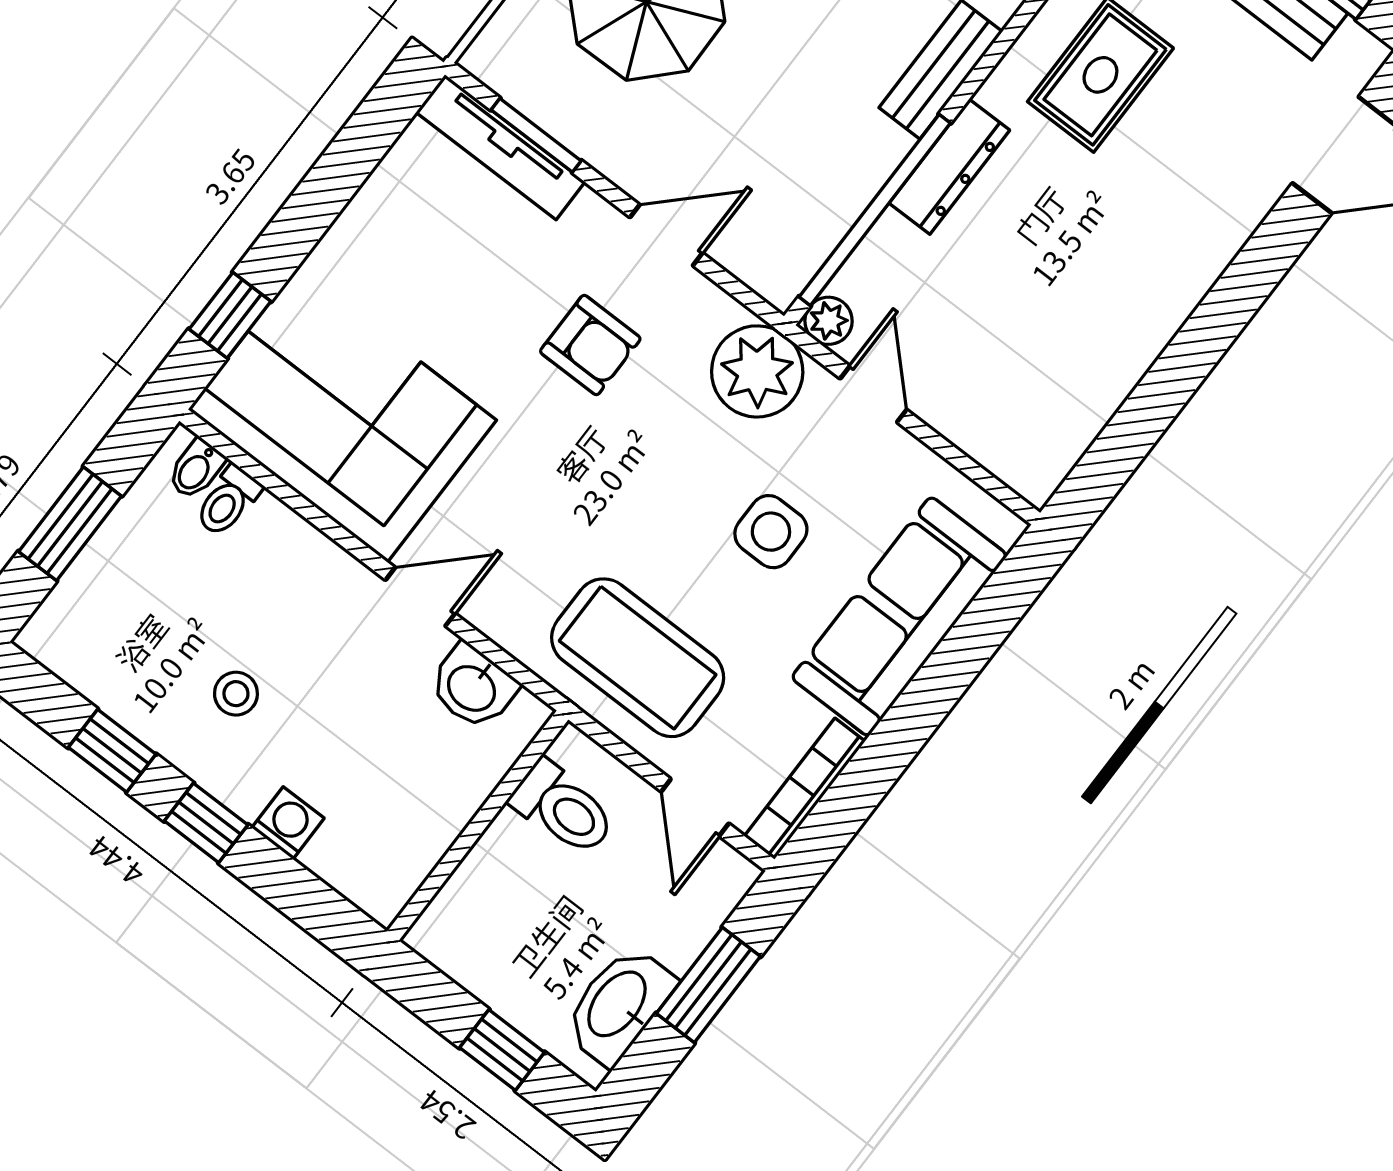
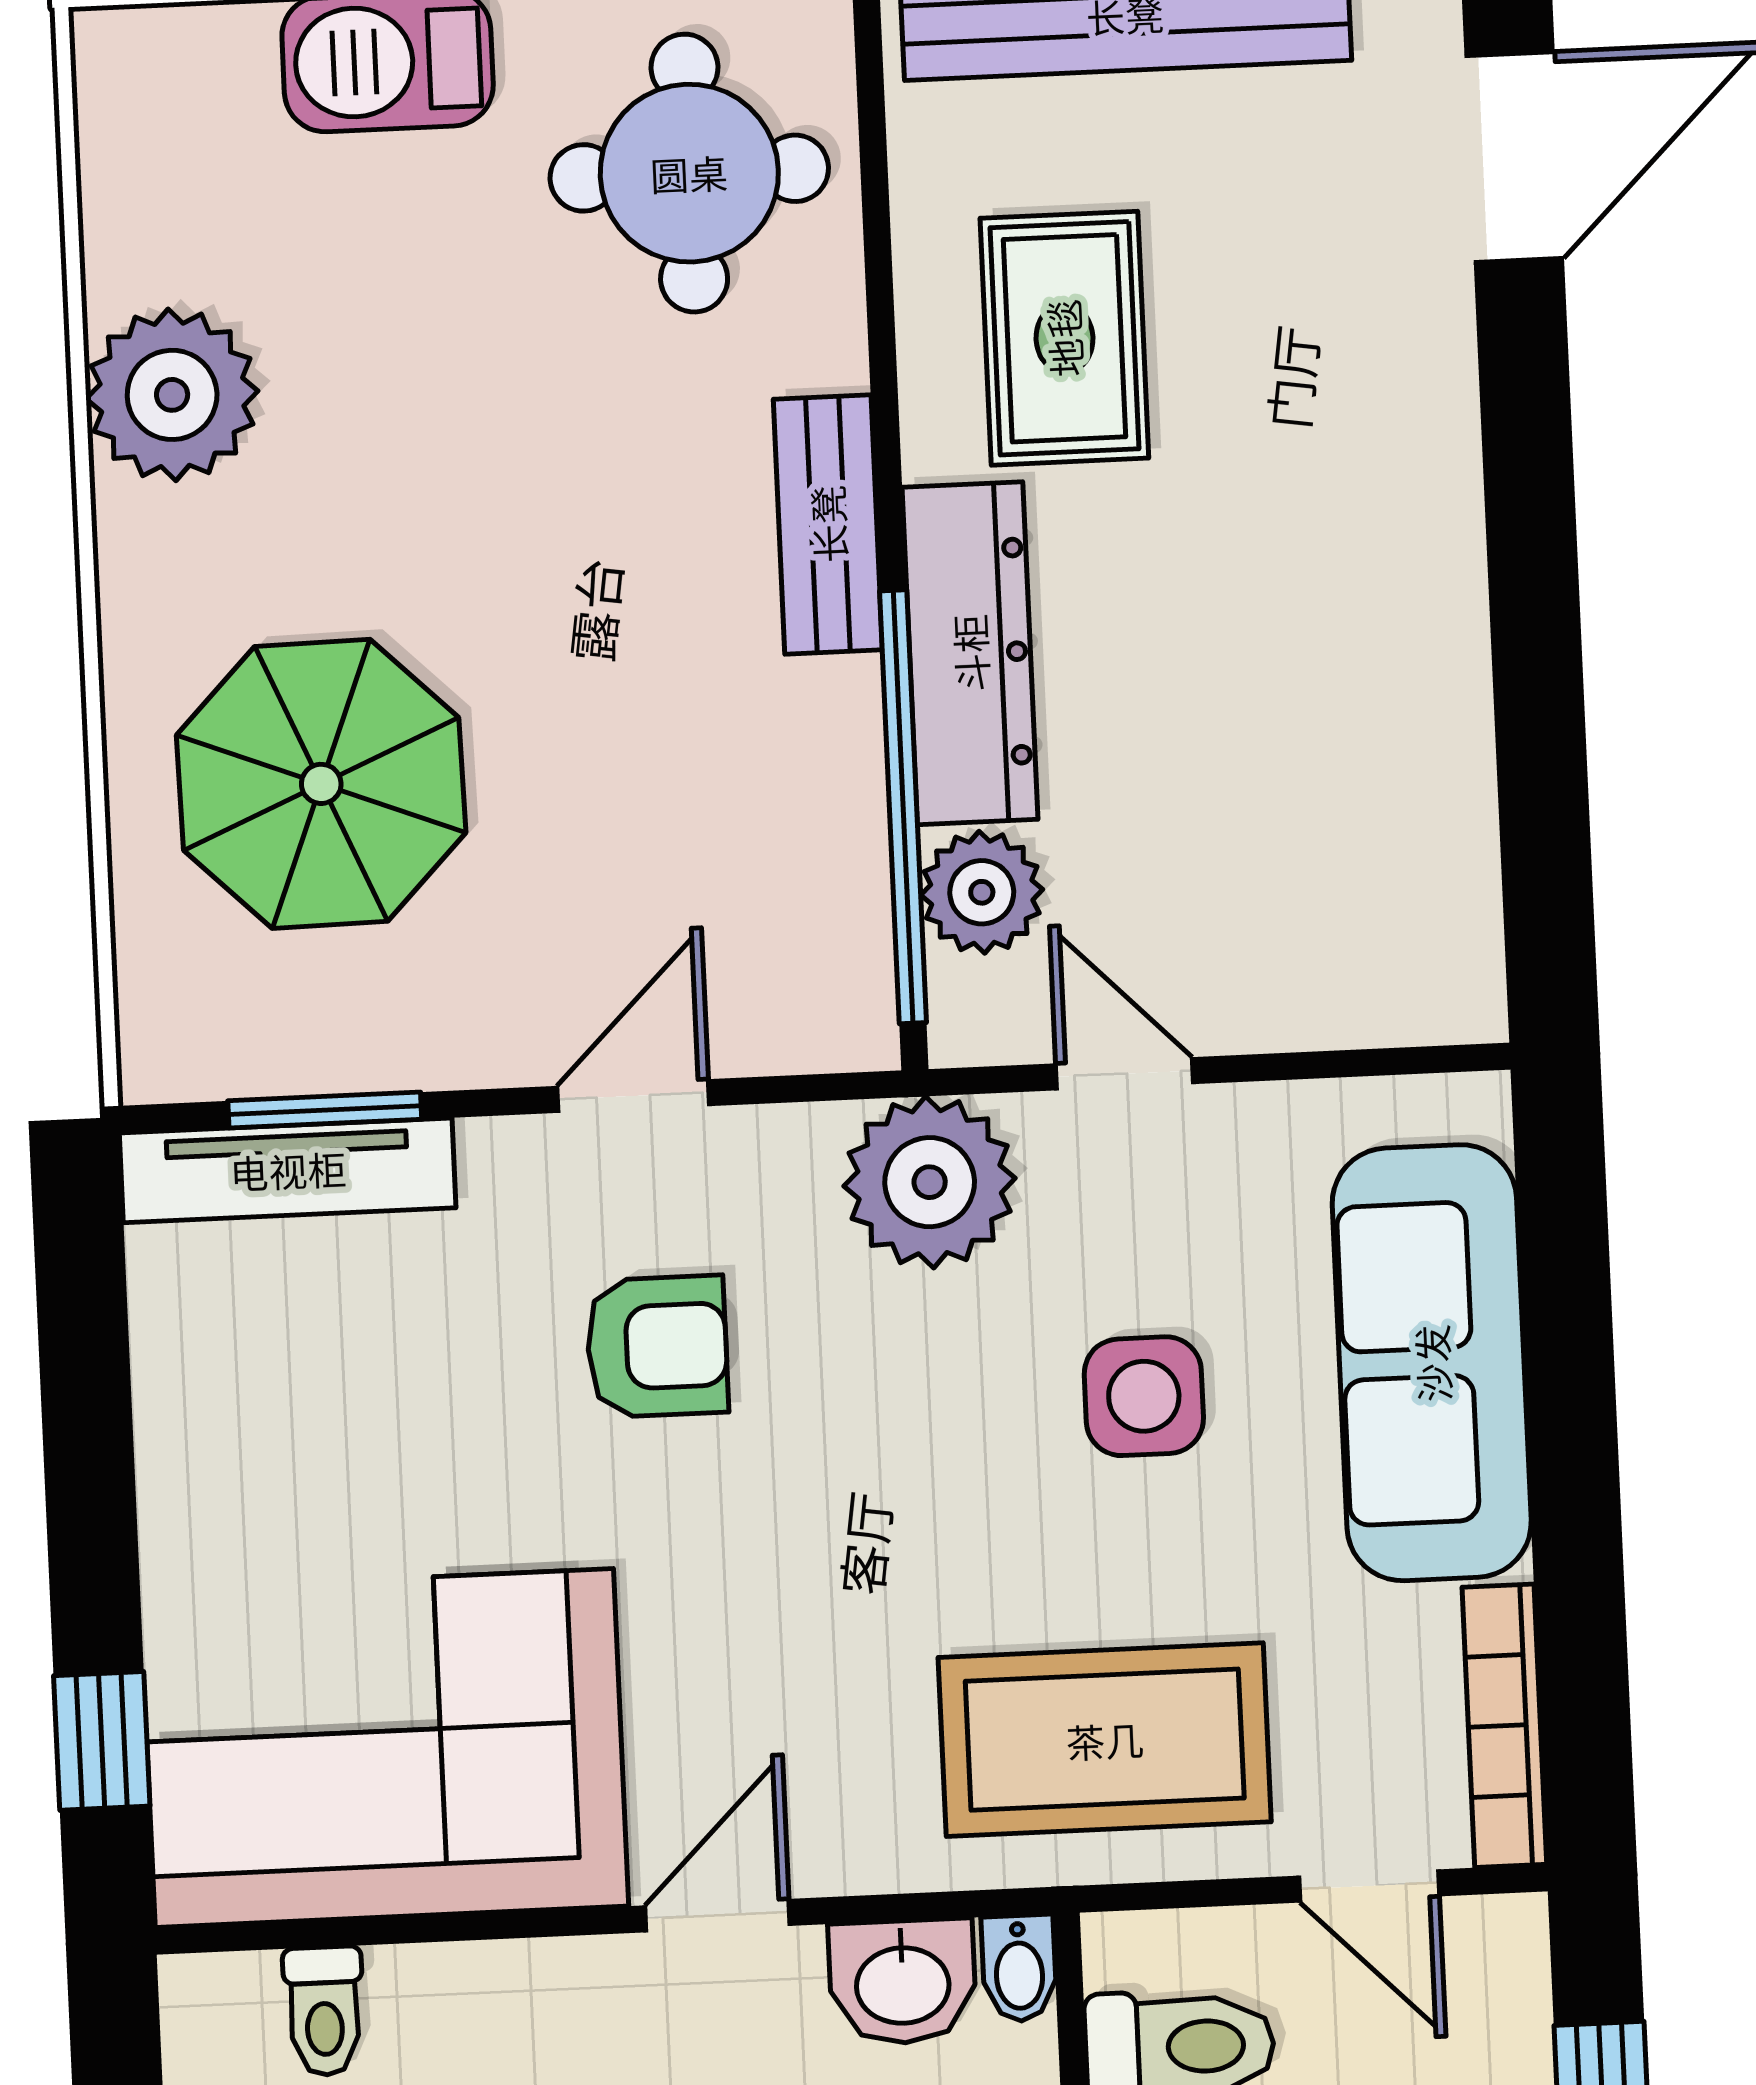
dresser: (949, 167) -> (970, 653), width x1.37, depth x1.24
plant: (829, 321) -> (982, 892), moved, width x1.38, depth x1.38
bidet: (196, 469) -> (1019, 1968), moved

